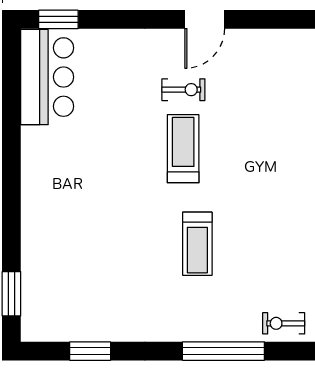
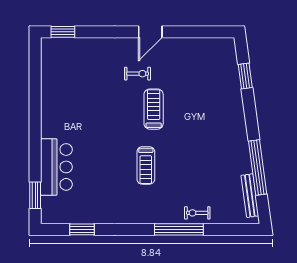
bar counter: (47, 77) -> (56, 167), moved
treadmill: (183, 149) -> (154, 109), moved
window: (223, 351) -> (179, 229), moved

